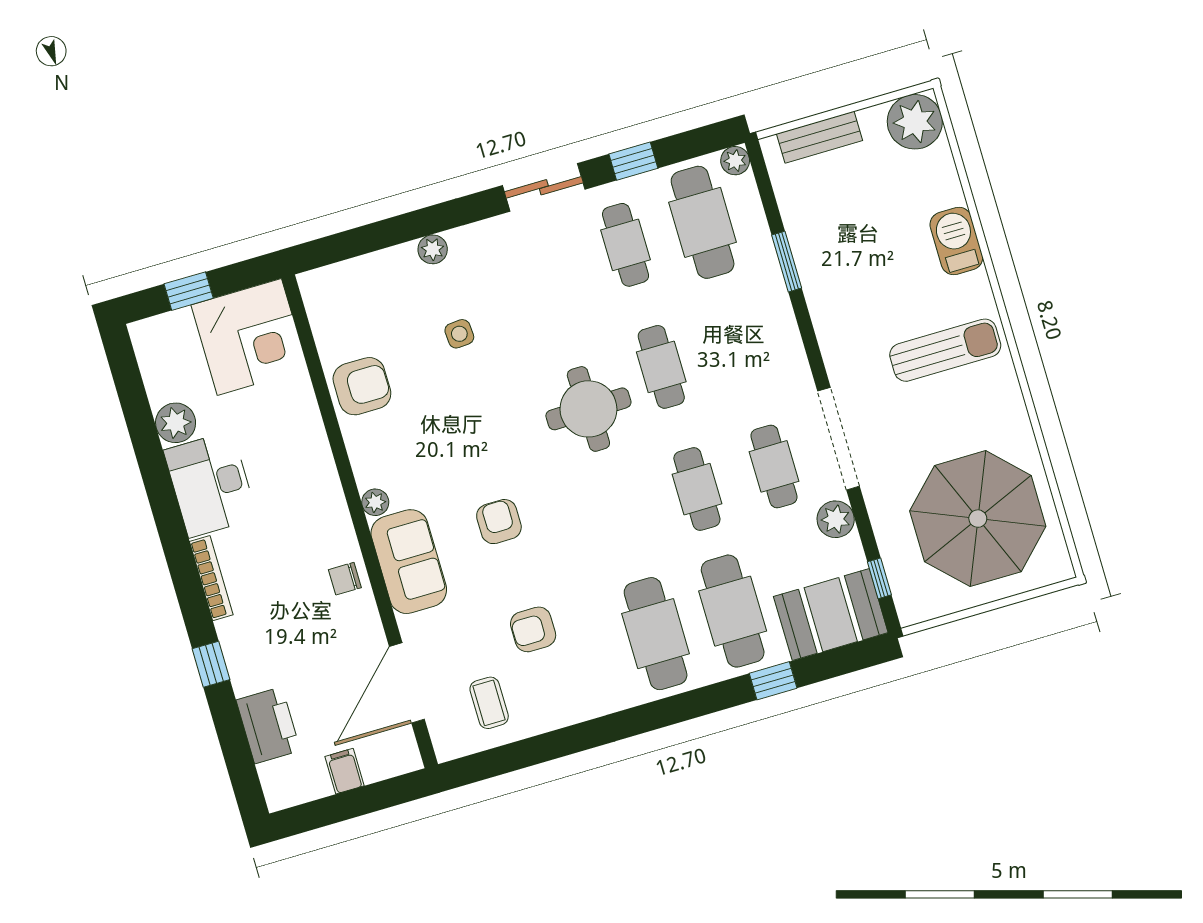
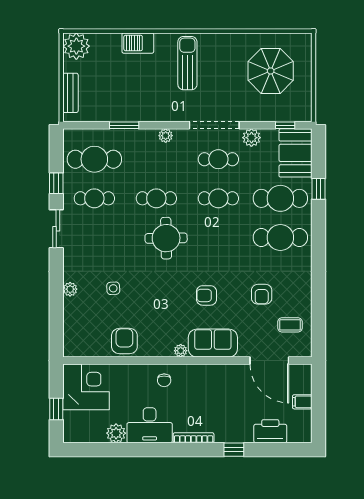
plant: (735, 161) -> (166, 136), moved
parasol: (978, 519) -> (271, 71), width x0.73, depth x0.73
chair: (345, 579) -> (164, 380), moved

